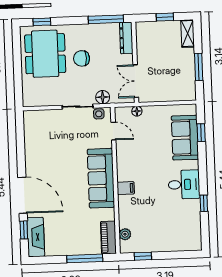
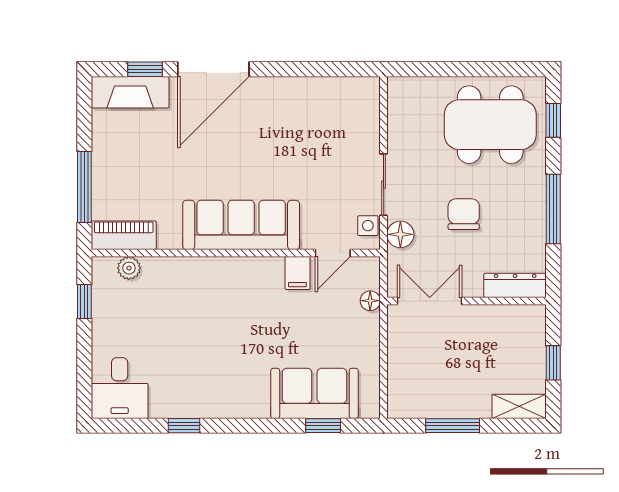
window: (106, 19) -> (553, 209), moved
chair: (82, 58) -> (464, 214), moved
desk: (184, 184) -> (120, 388), moved
filing cabinet: (126, 188) -> (297, 273), moved

